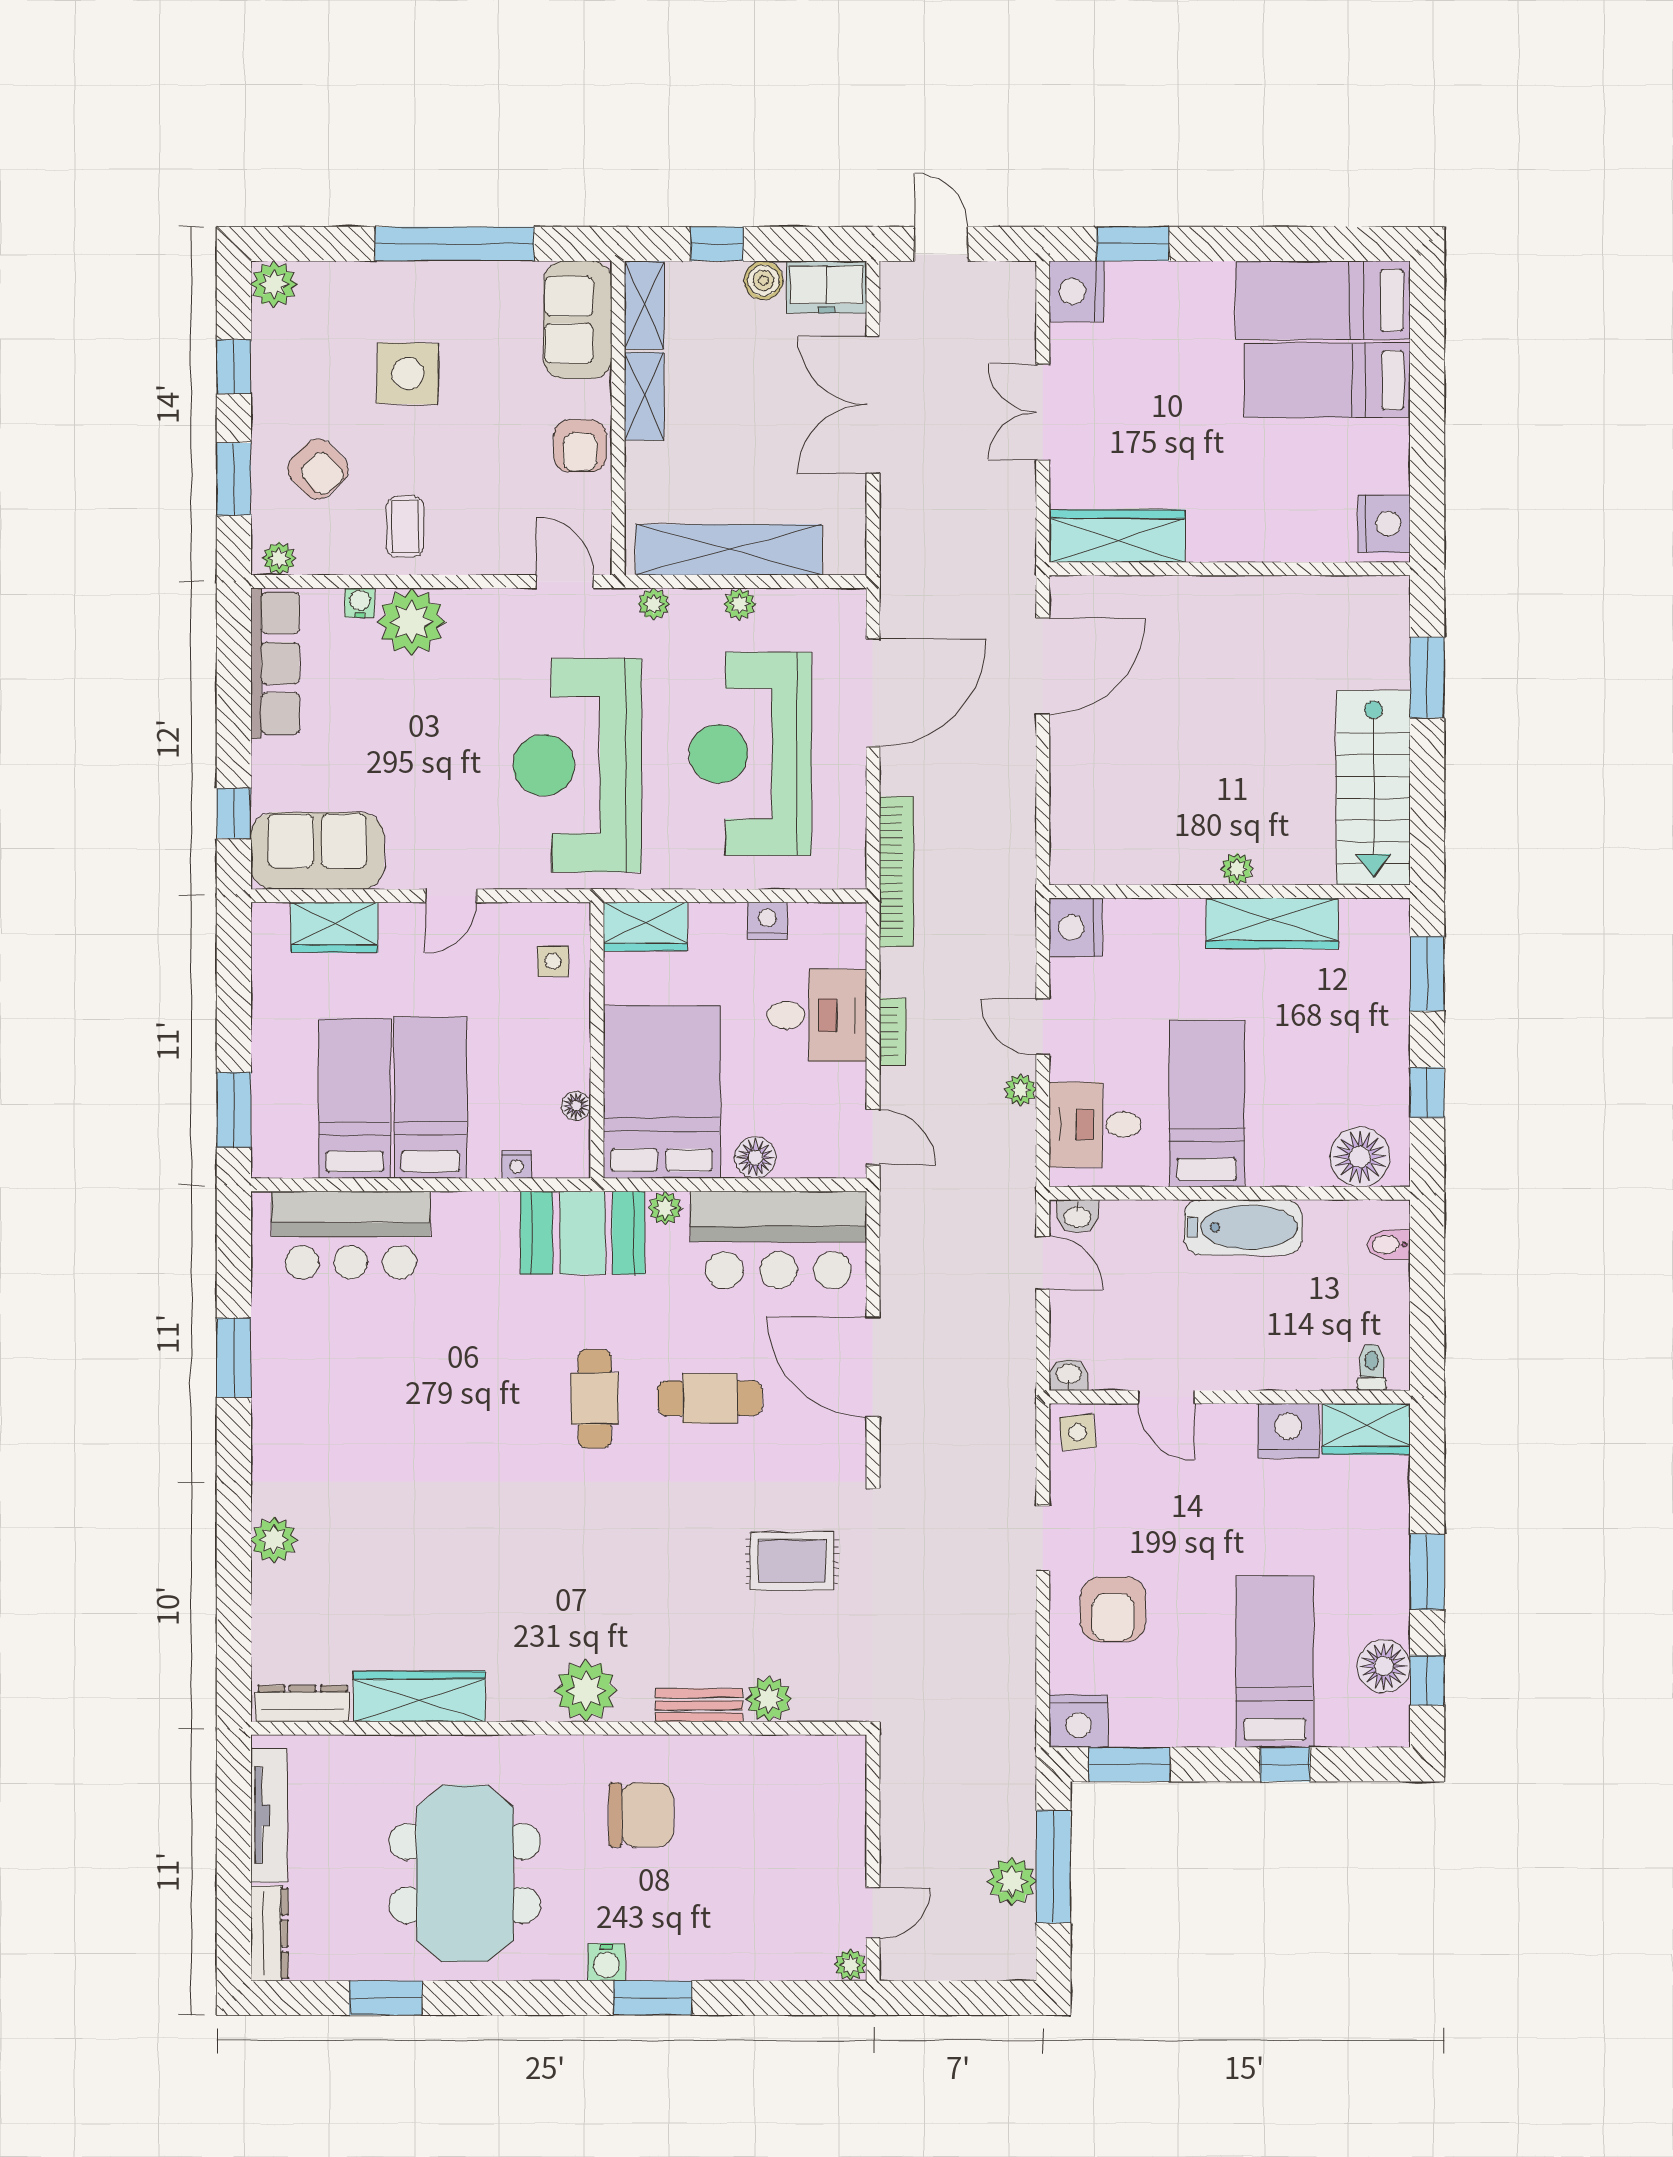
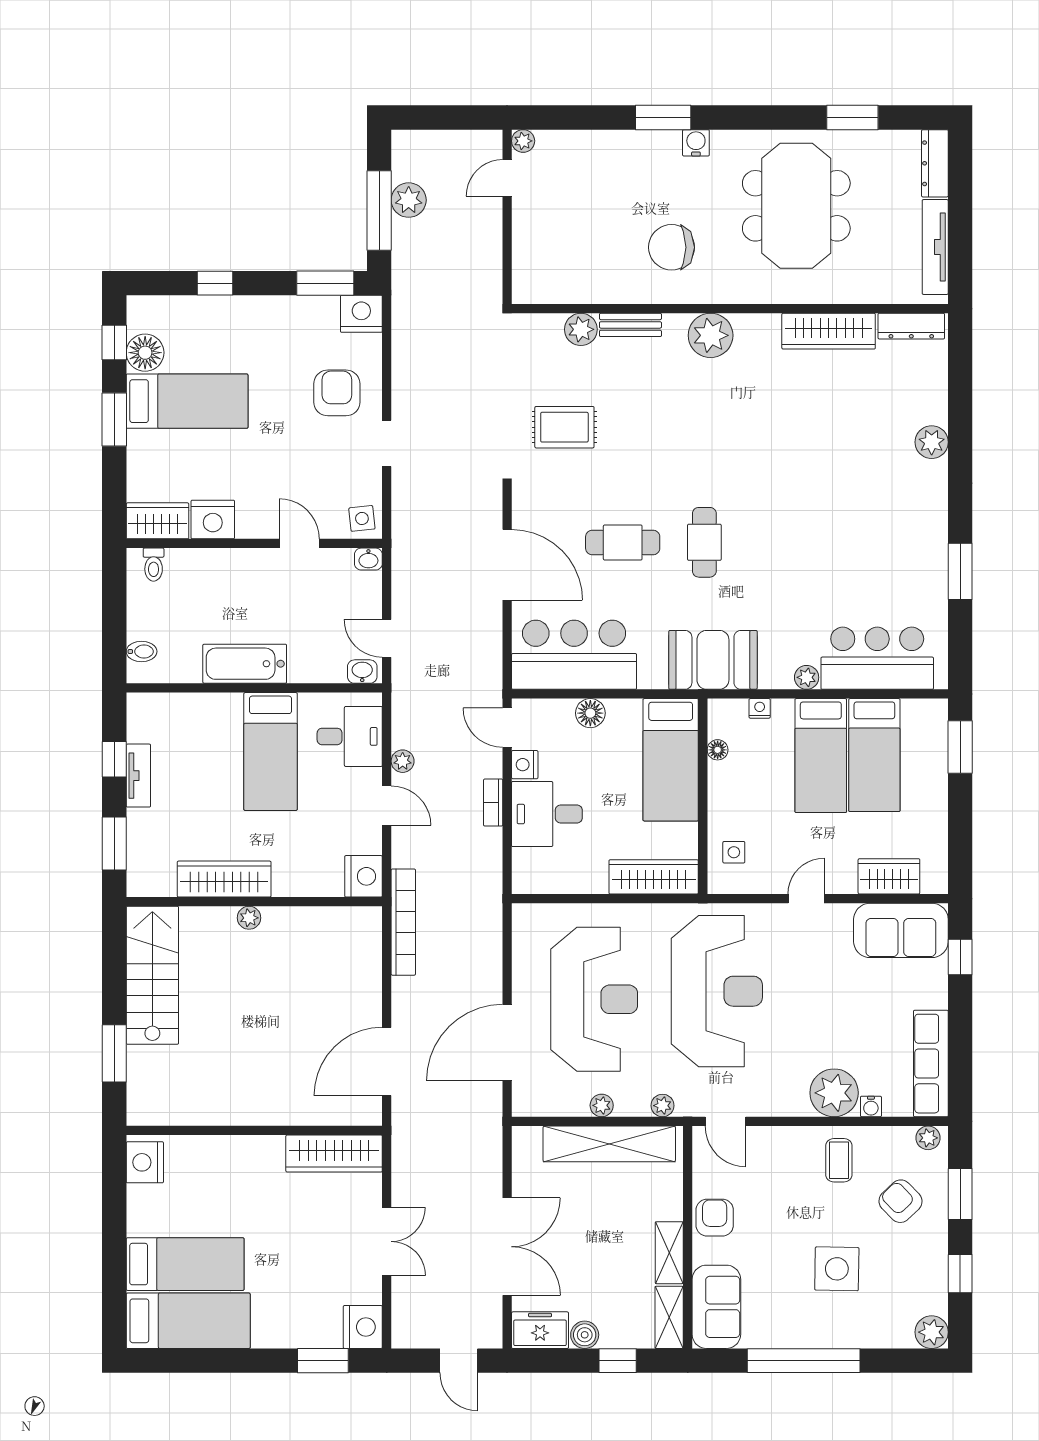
bookcase: (896, 872) -> (403, 922), moved, turned 180
nightstand: (767, 921) -> (525, 765), moved, turned 90
wardrobe: (645, 927) -> (654, 877), width x1.50
tv unit: (1393, 1069) -> (138, 776), added
bed: (662, 1092) -> (671, 760), width x0.67
floor lamp: (1360, 1157) -> (162, 714), removed
plant: (665, 1208) -> (807, 677), moved
bed: (1275, 1662) -> (187, 401), moved, turned -90

